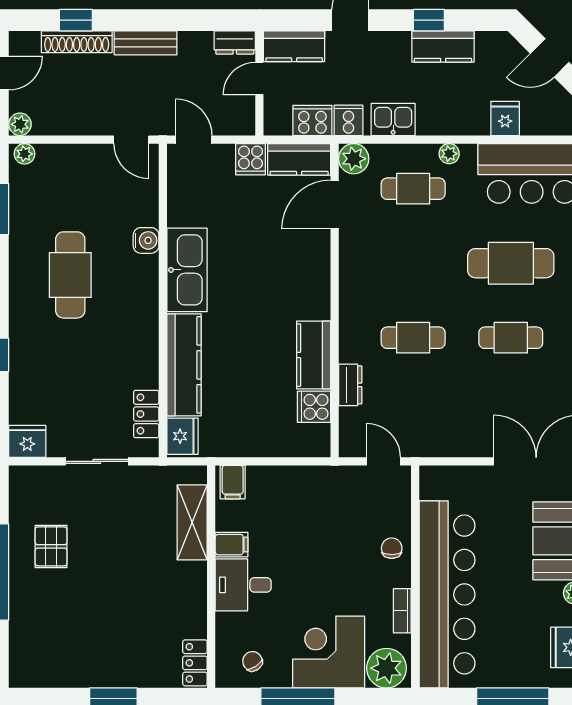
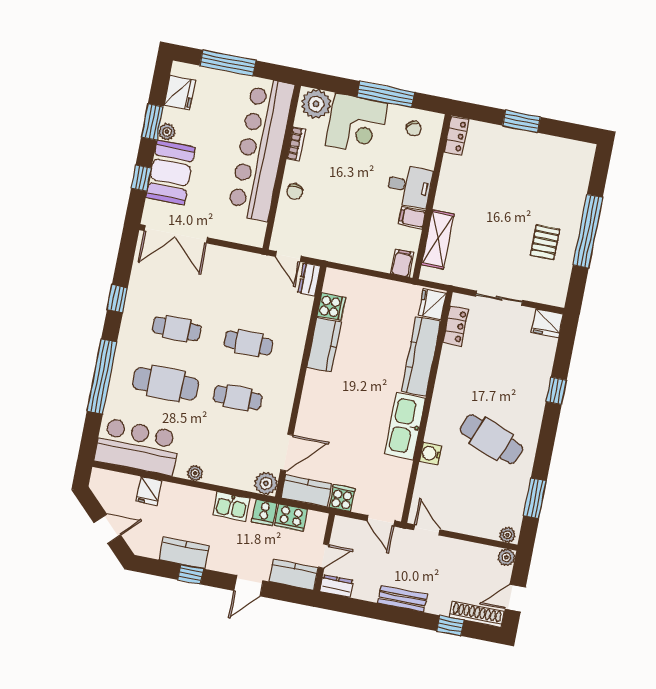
shoe rack: (77, 42) -> (477, 614), moved
cafe table: (413, 189) -> (238, 398), moved
cafe table: (70, 275) -> (491, 439), turned -69
dresser: (350, 385) -> (309, 279), moved

